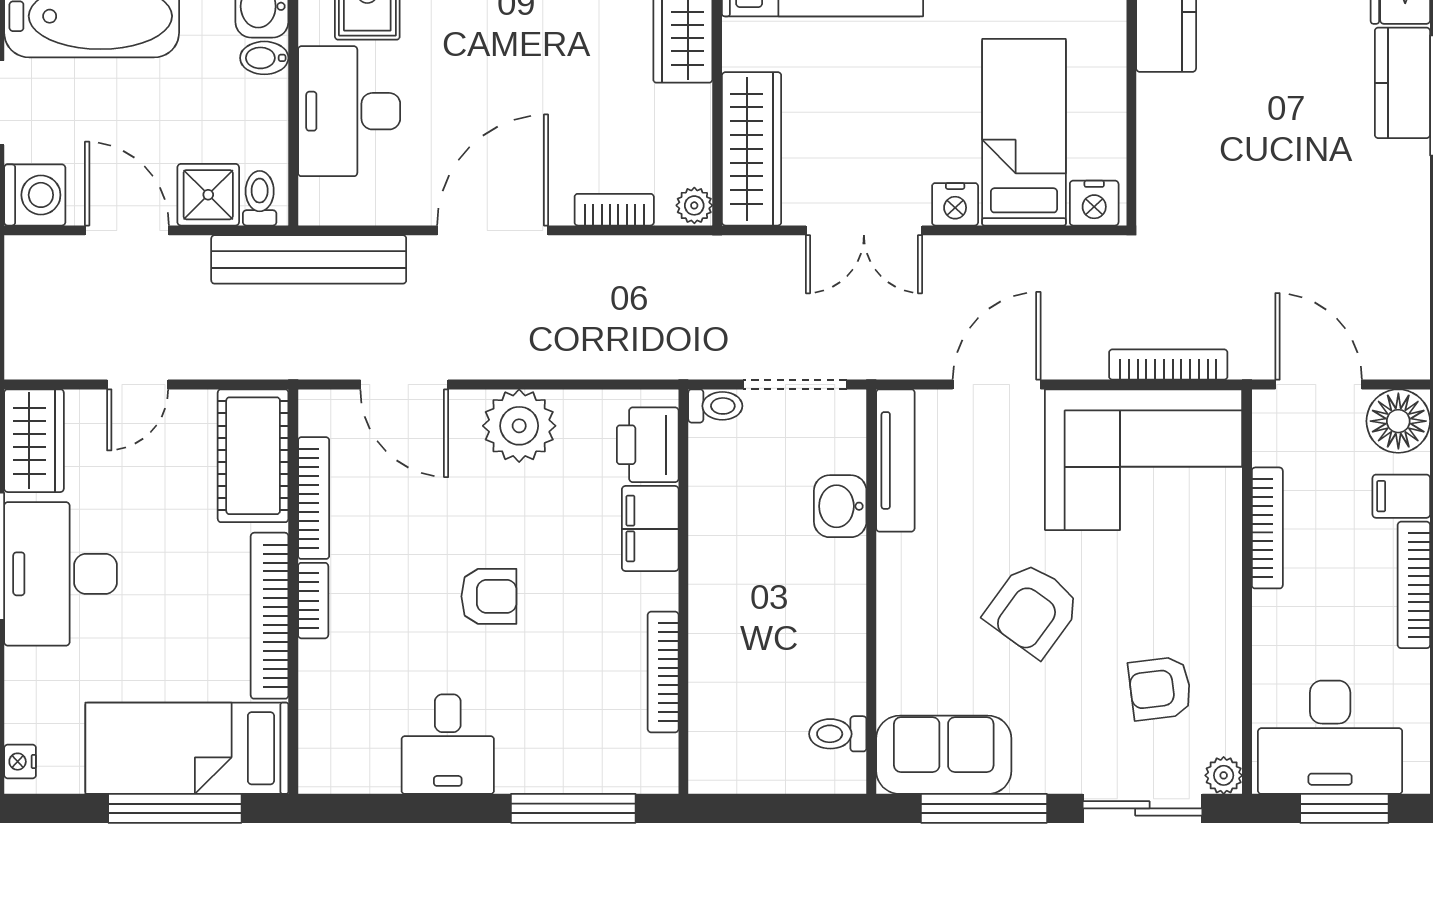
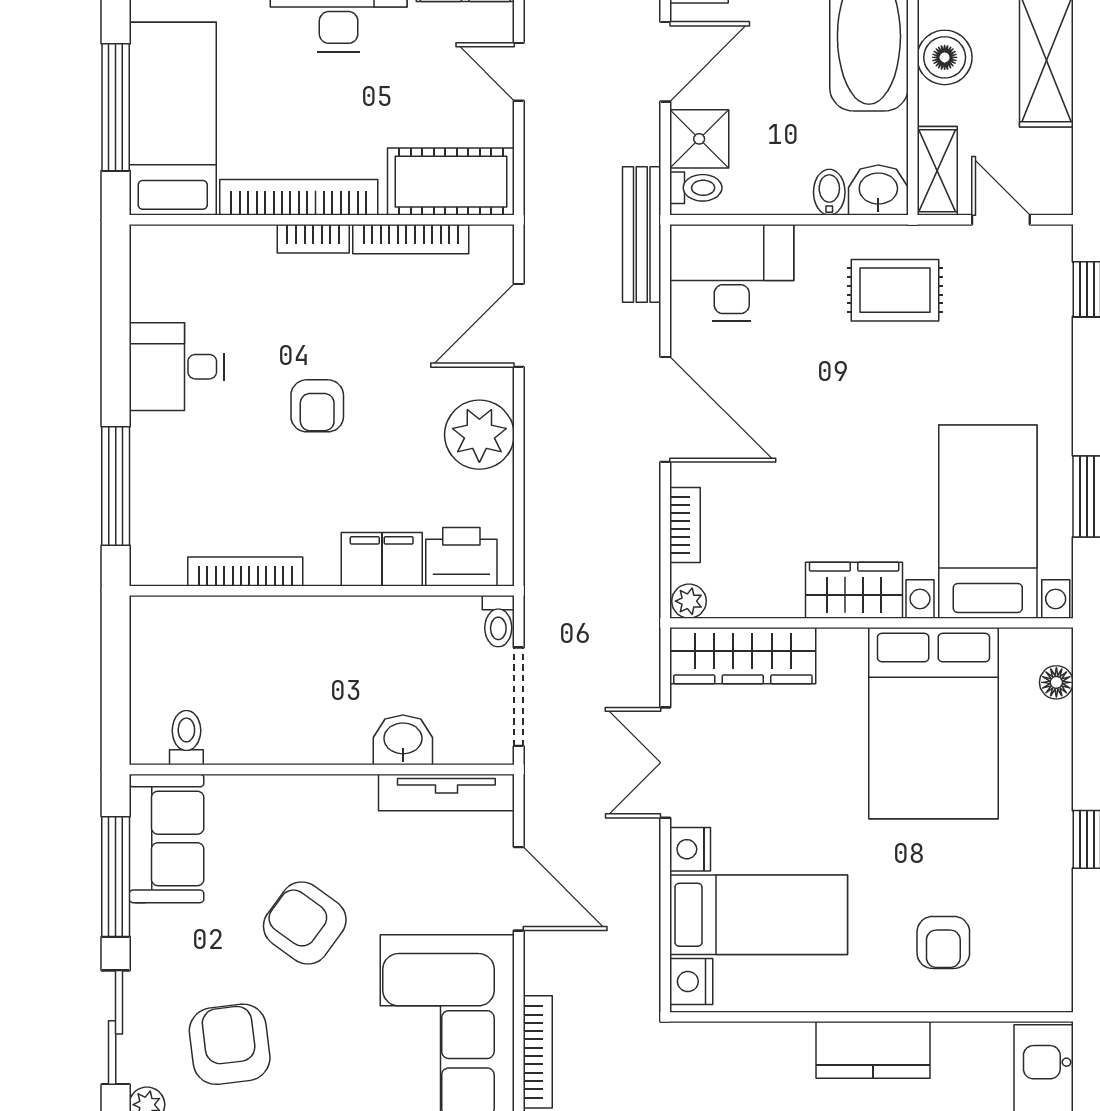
desk: (349, 111) -> (732, 273), moved
bench: (309, 259) -> (642, 234), width x0.73, depth x0.82
armchair: (1160, 688) -> (230, 1044), width x1.38, depth x1.38

